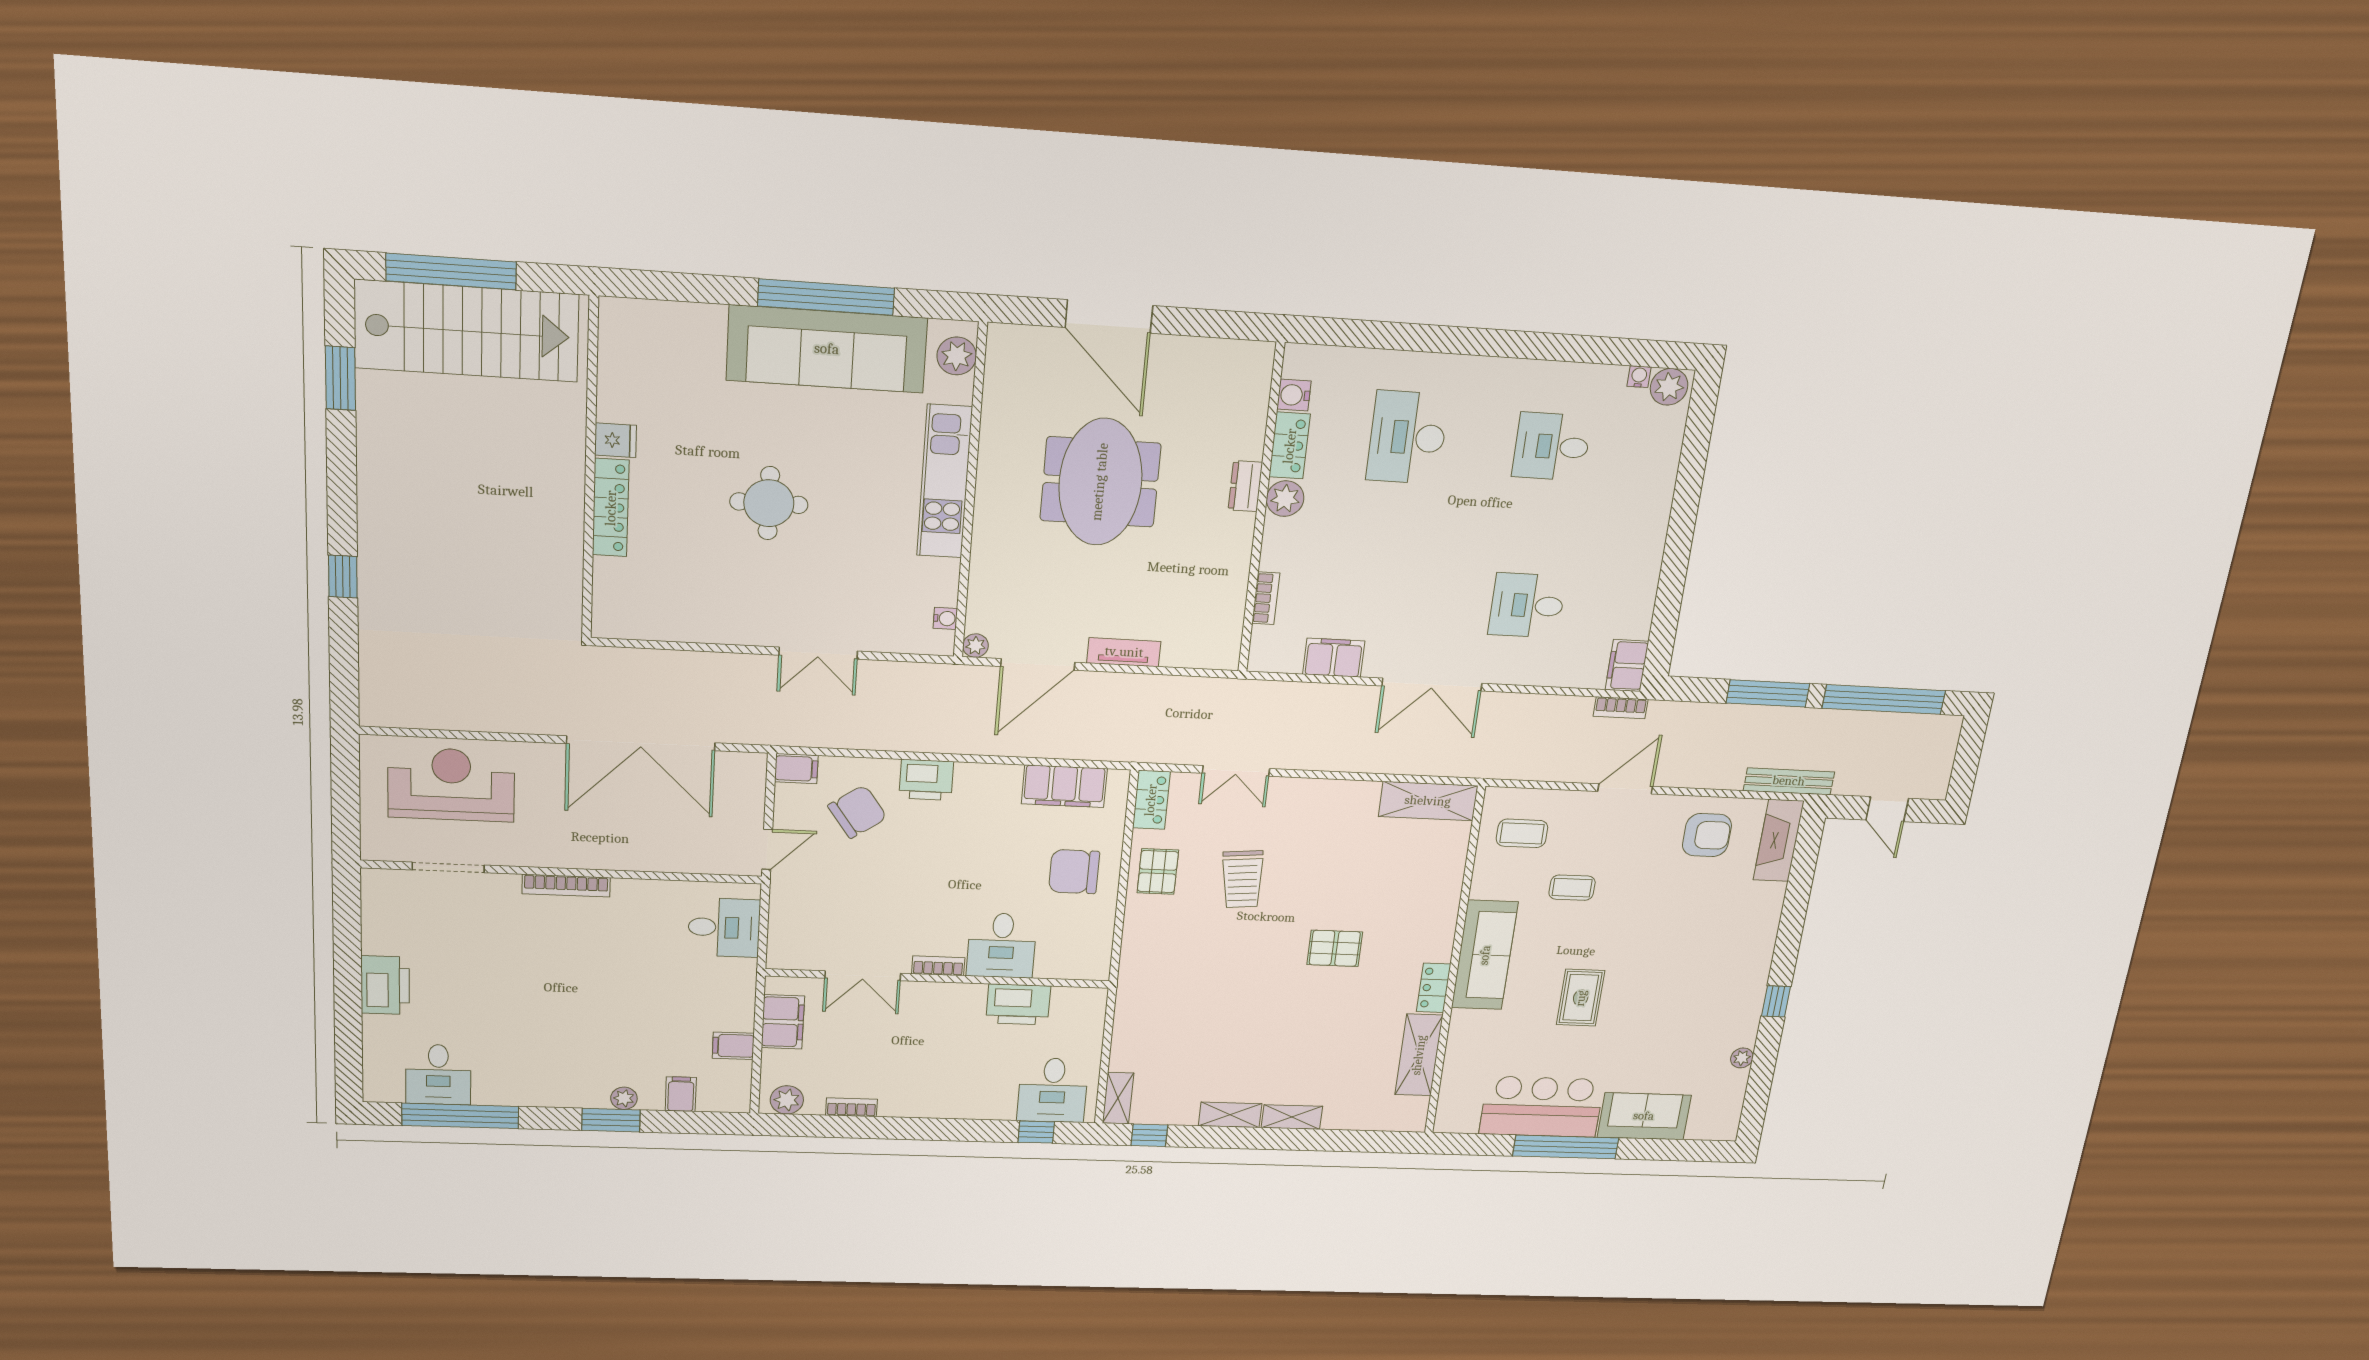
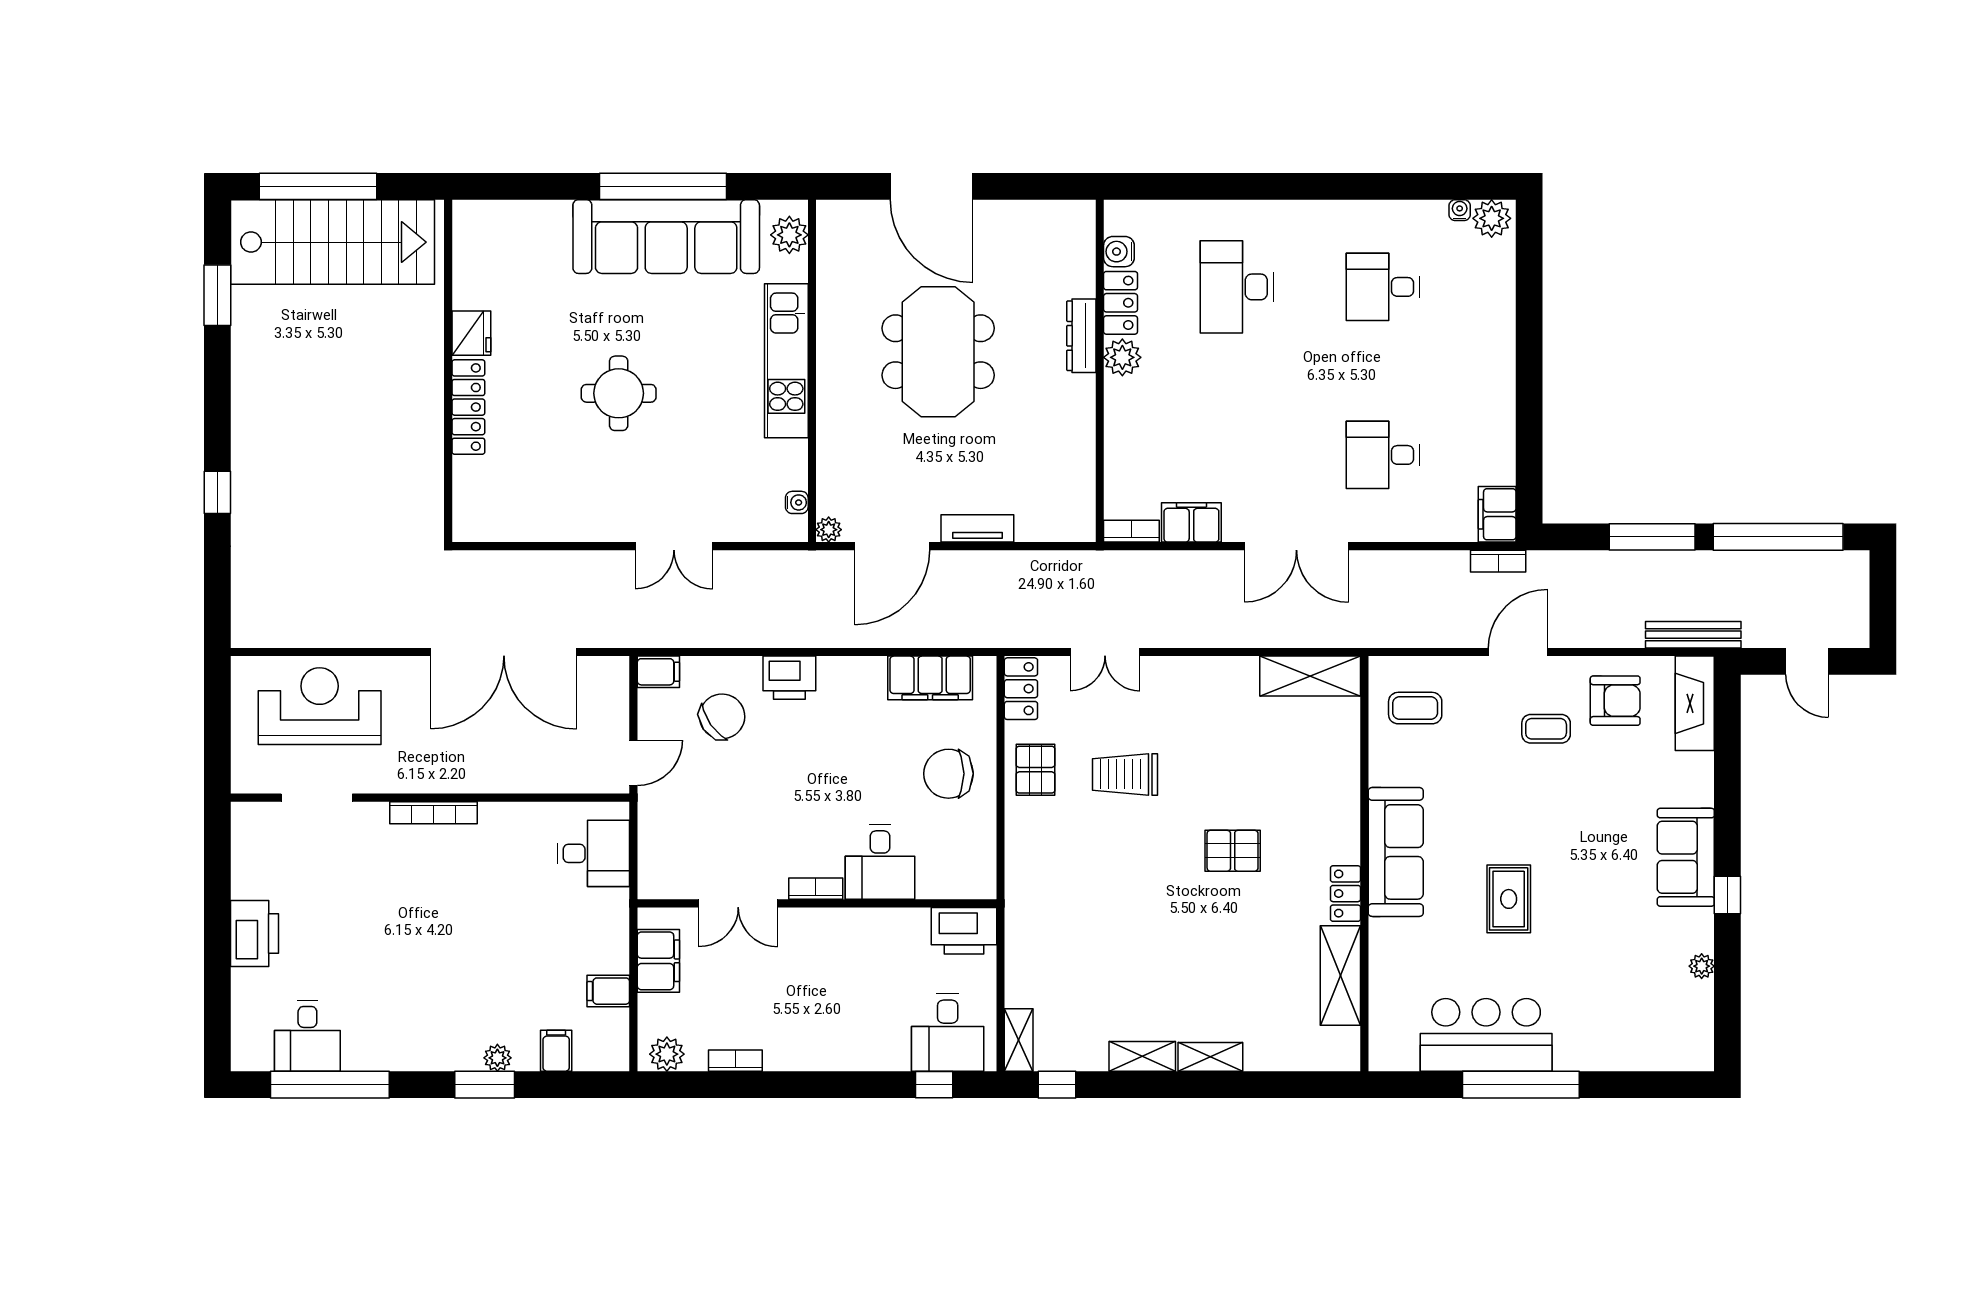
fridge: (616, 440) -> (471, 333), width x1.38
dresser: (1245, 486) -> (1081, 336), width x1.44
bookcase: (1266, 598) -> (1131, 531), moved, turned -90
trolley: (1242, 879) -> (1125, 774), turned 95
coffee table: (1572, 888) -> (1546, 729), moved
printer: (1018, 1004) -> (964, 931), moved
sofa: (1644, 1116) -> (1686, 857), moved, turned -90

